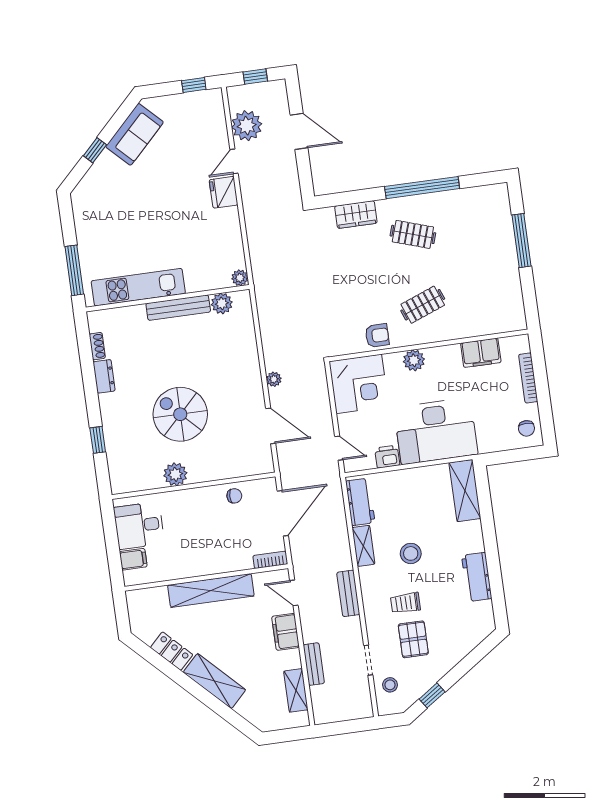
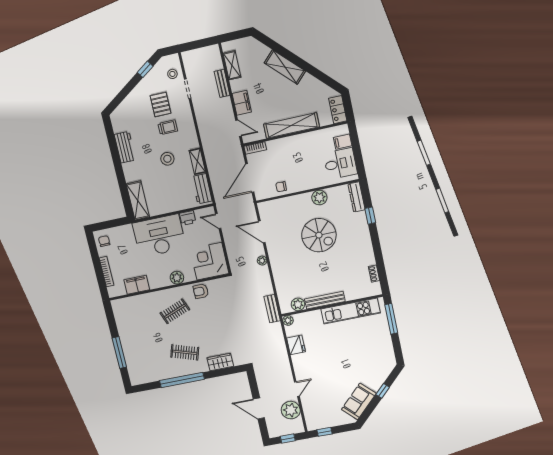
fridge: (224, 192) -> (296, 345), moved
dresser: (104, 376) -> (356, 197), moved, width x1.44
bench: (348, 593) -> (272, 309), moved
locker: (172, 651) -> (338, 110), moved, turned 45

